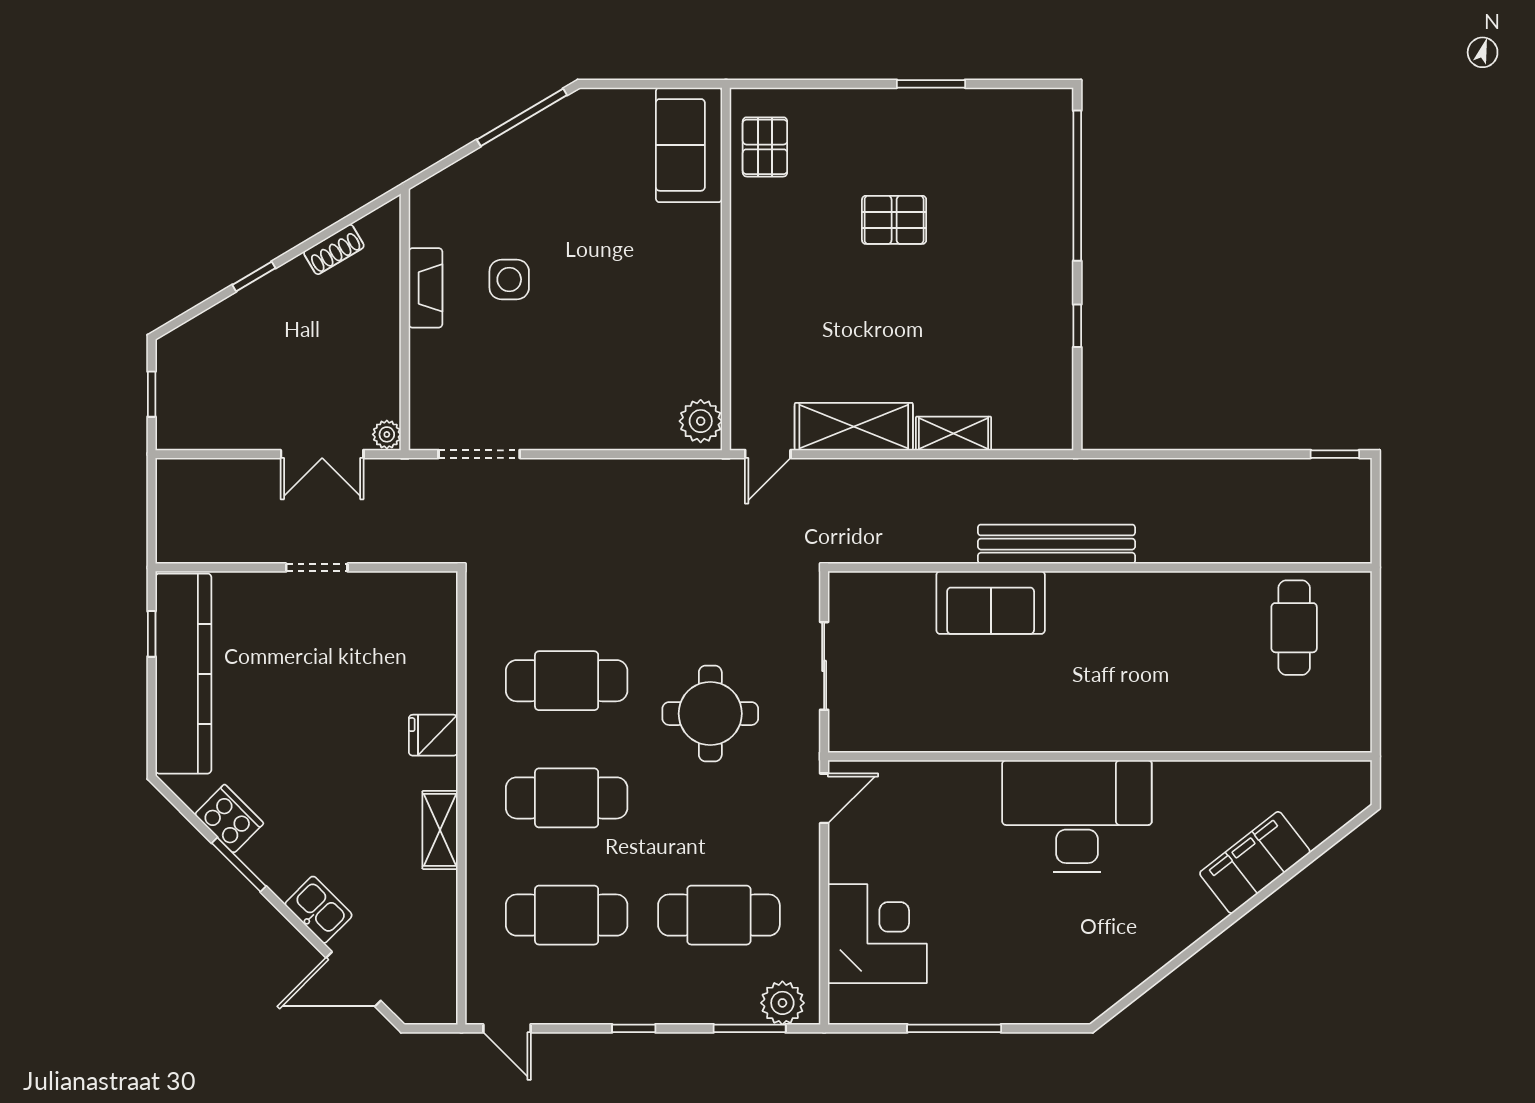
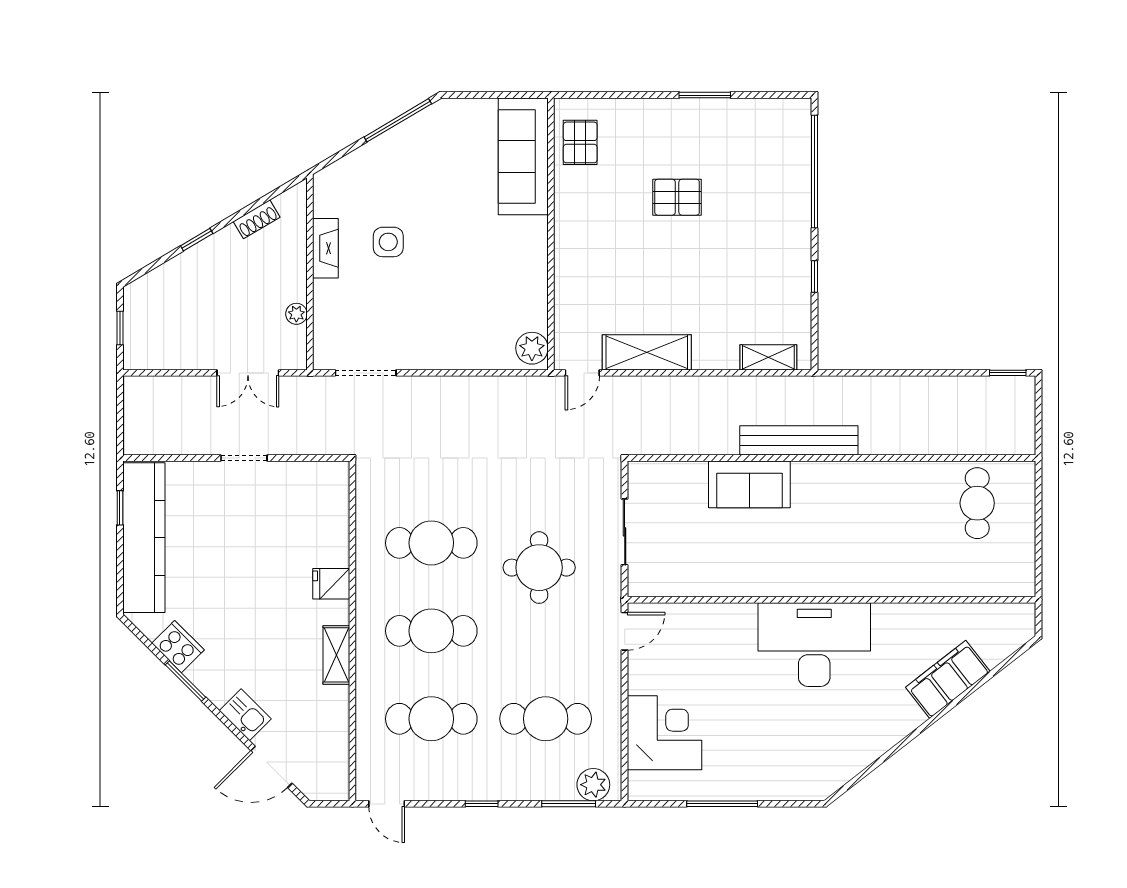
sofa: (689, 145) -> (523, 156), width x1.36
shelving: (954, 433) -> (768, 357), moved
plant: (387, 434) -> (296, 314), moved

